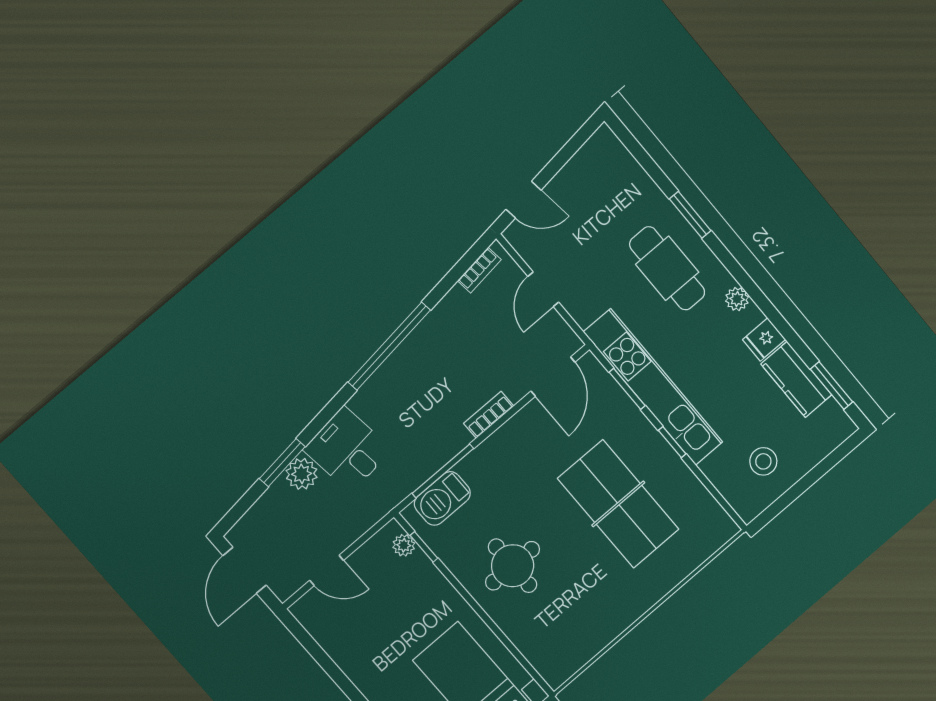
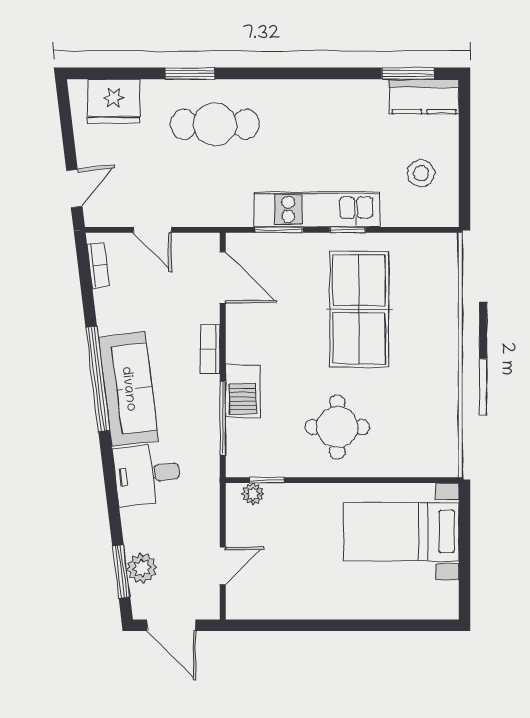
plant: (737, 299) -> (282, 91), removed
fridge: (764, 339) -> (114, 101), moved, width x1.88, depth x1.34
sofa: (402, 377) -> (128, 389), added
kitchen counter: (796, 379) -> (424, 96), moved
kitchen unit: (653, 387) -> (317, 209), width x0.73
window: (282, 463) -> (121, 572), moved
plant: (302, 474) -> (142, 568), moved
barbecue: (442, 498) -> (243, 391), moved
table tennis table: (618, 504) -> (359, 309), turned 90

